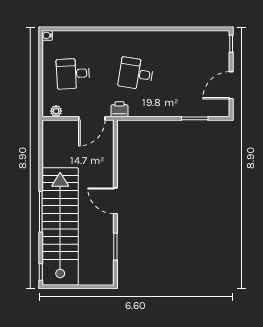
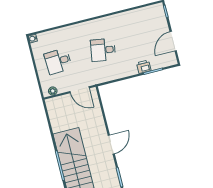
printer: (119, 109) -> (144, 67), moved
door: (92, 118) -> (80, 90), hinge flipped
door: (115, 201) -> (111, 144), swing flipped

